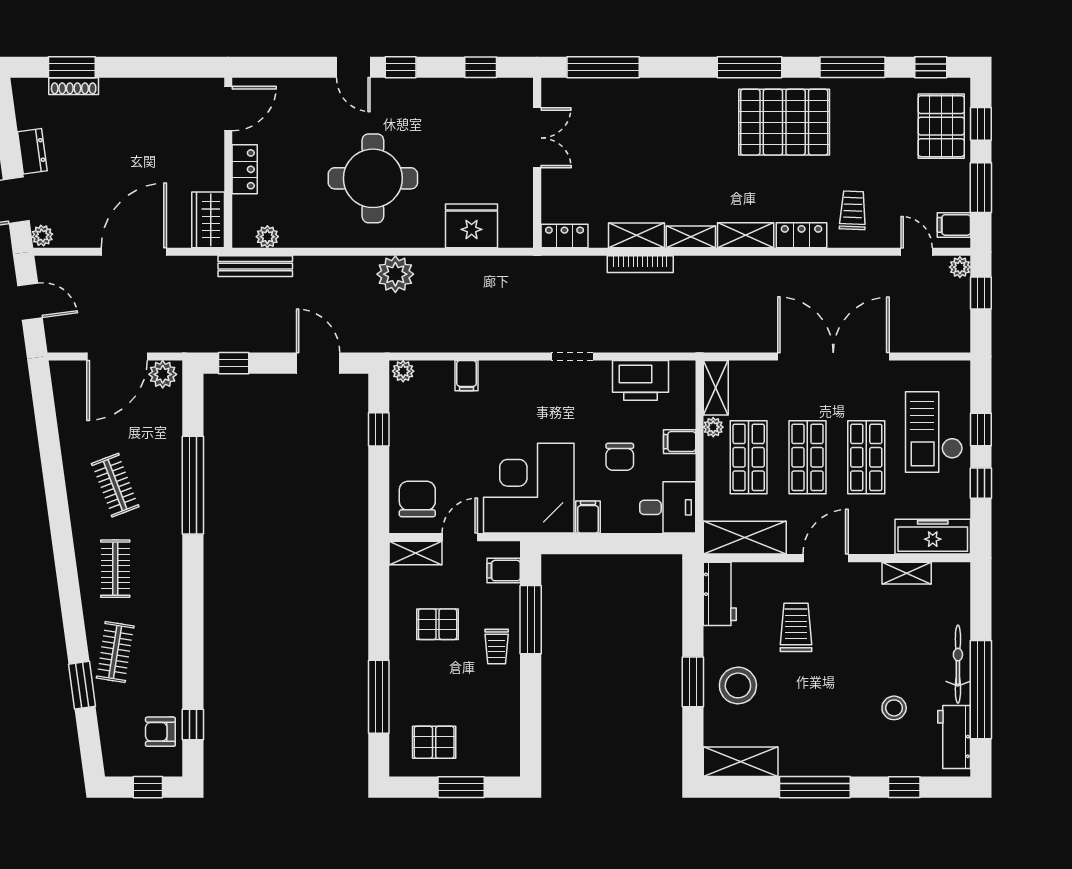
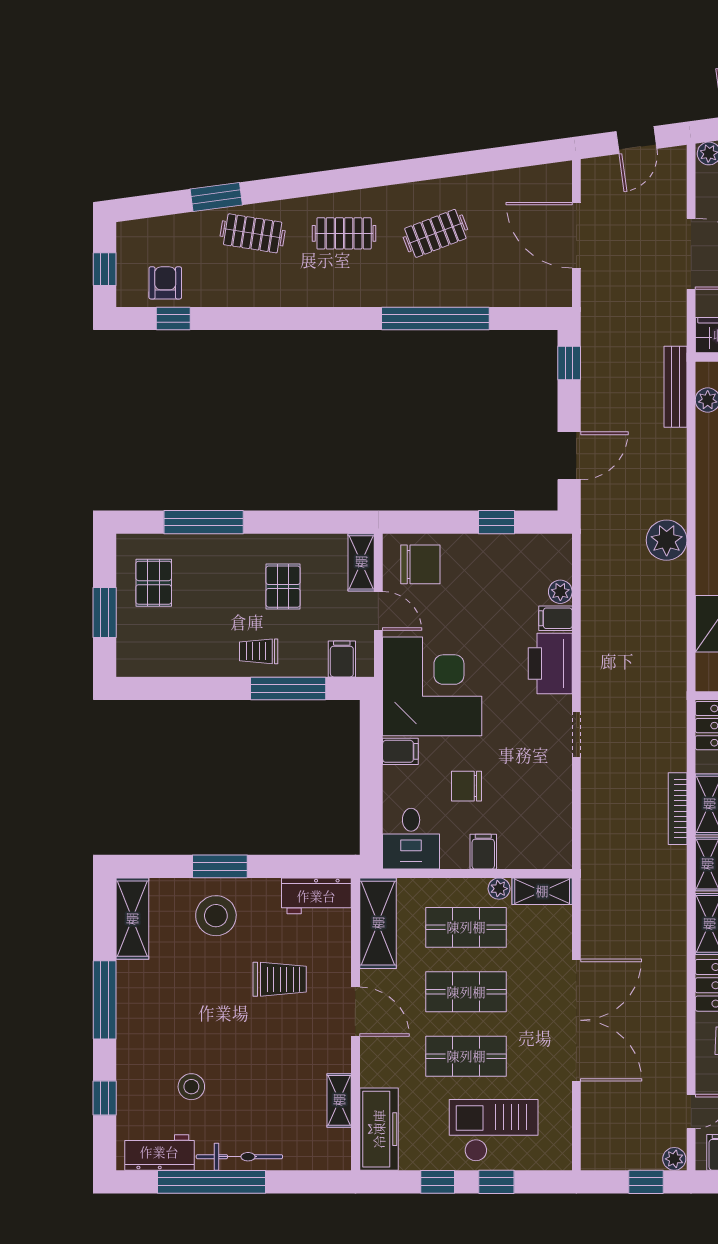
plant: (403, 371) -> (560, 592), moved
plant: (163, 374) -> (557, 285), removed
printer: (641, 380) -> (550, 663), moved

